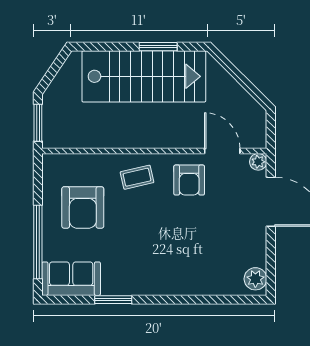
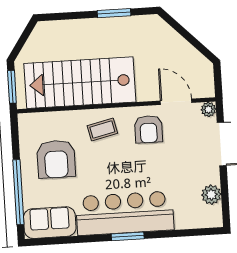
stairs: (144, 76) -> (80, 83), moved, turned 180
bar counter: (157, 273) -> (125, 213), added
plant: (255, 279) -> (211, 195), moved
window: (113, 300) -> (128, 236), moved

